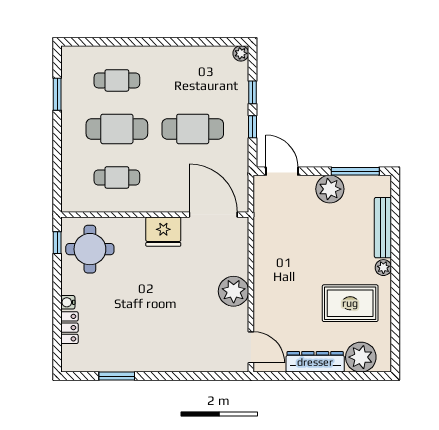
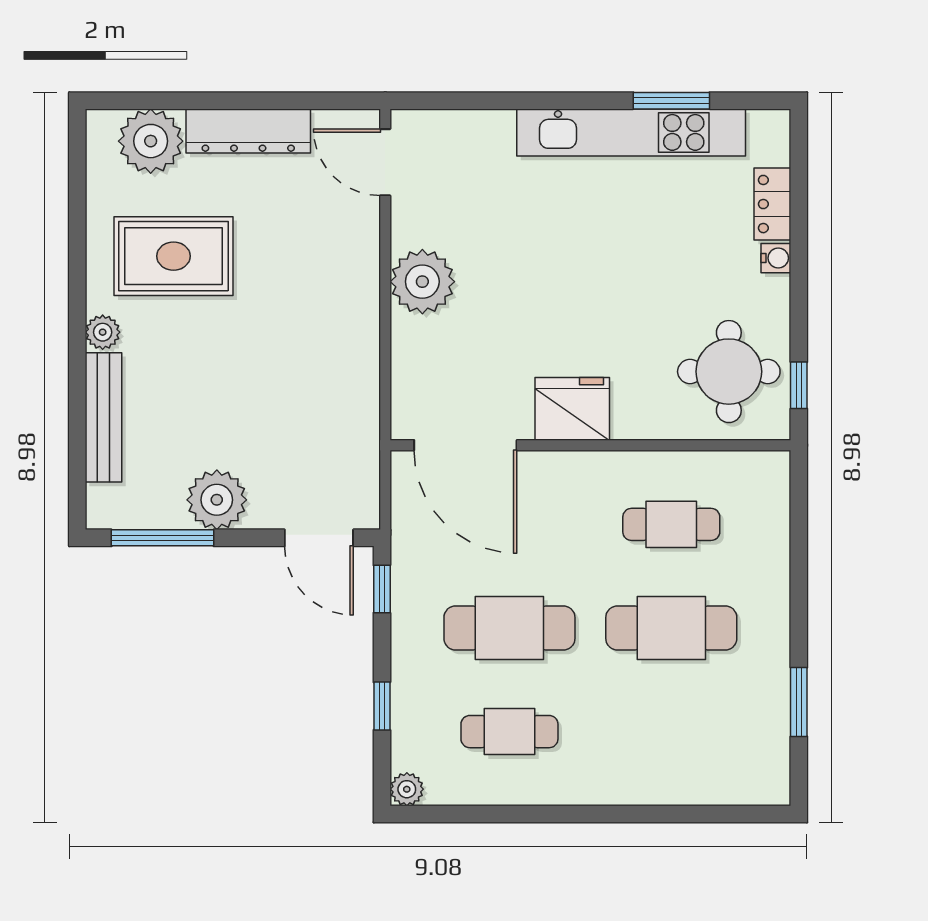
cafe table: (117, 80) -> (509, 732), moved
window: (252, 127) -> (382, 589), moved
kitchen unit: (136, 361) -> (631, 132), added

